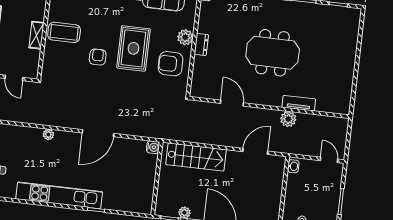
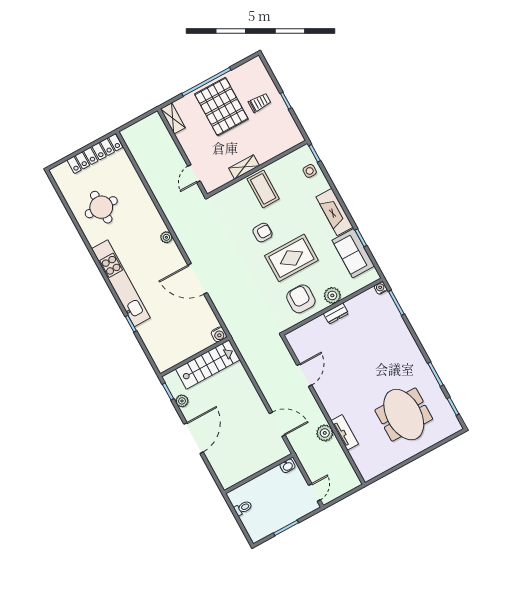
meeting table: (273, 53) -> (404, 415), moved
stairs: (196, 157) -> (208, 364), moved, turned -90

